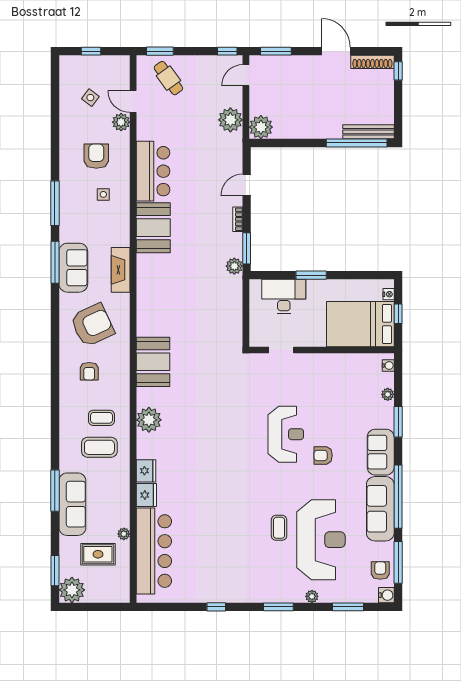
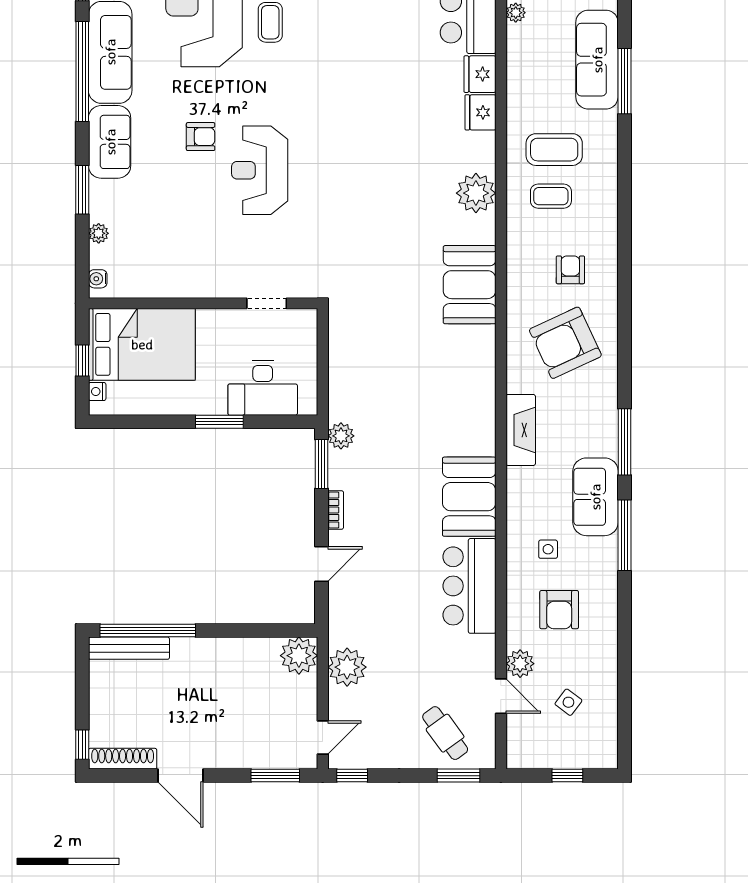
sofa: (73, 268) -> (595, 497), moved

